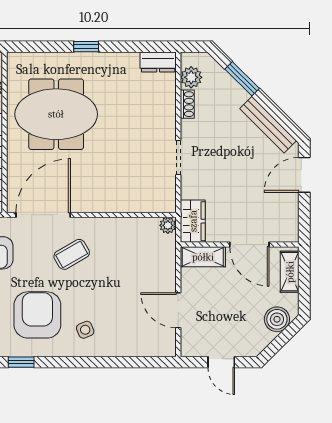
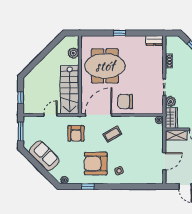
plant: (191, 77) -> (171, 101), moved
chair: (98, 187) -> (125, 102), added
door: (178, 310) -> (164, 161), swing flipped
armchair: (37, 315) -> (96, 164), turned -90

